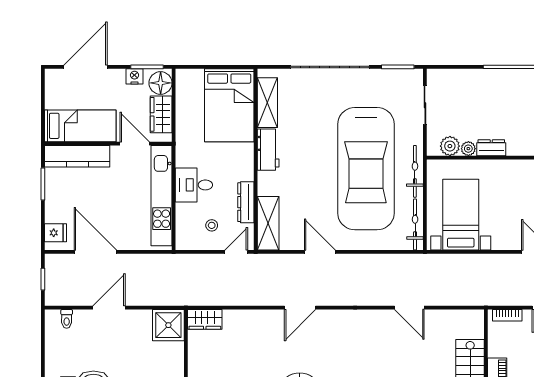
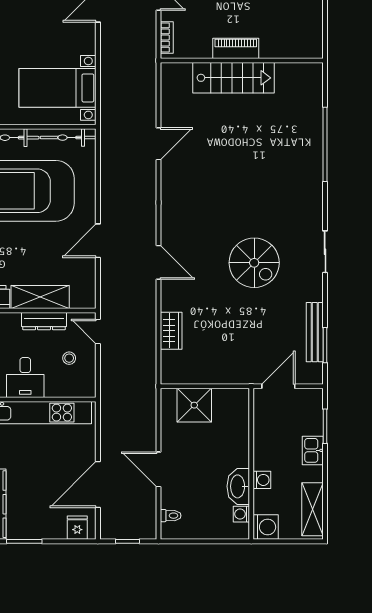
shelving: (268, 223) -> (40, 297), moved
wardrobe: (205, 319) -> (171, 331), moved
shower: (168, 325) -> (194, 405), moved

